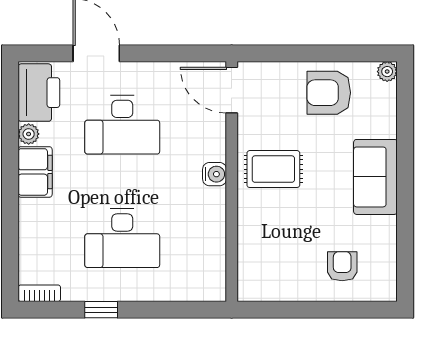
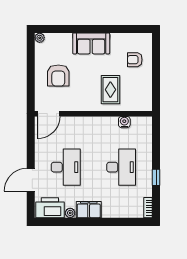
armchair: (329, 93) -> (58, 75), moved
rug: (273, 169) -> (110, 90), moved
water cooler: (215, 174) -> (124, 122), moved

